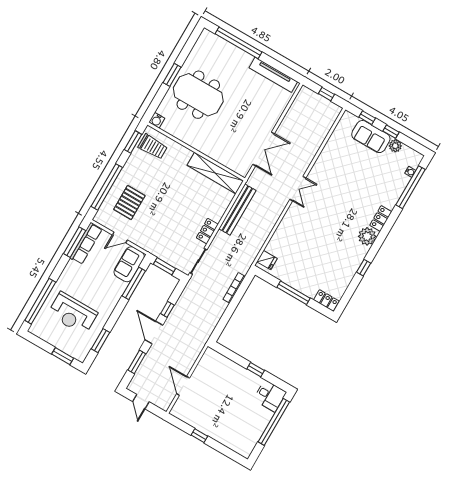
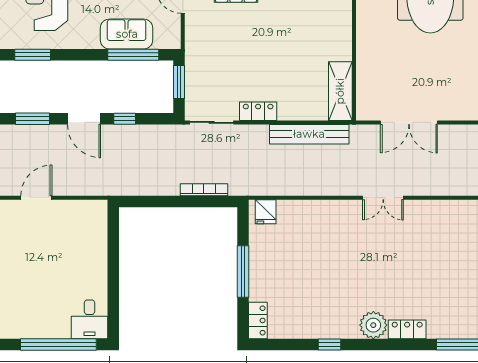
shelving: (215, 173) -> (340, 91), width x0.68
sofa: (129, 264) -> (127, 34), moved
door: (154, 333) -> (84, 119), swing flipped
window: (256, 370) -> (113, 281), removed

